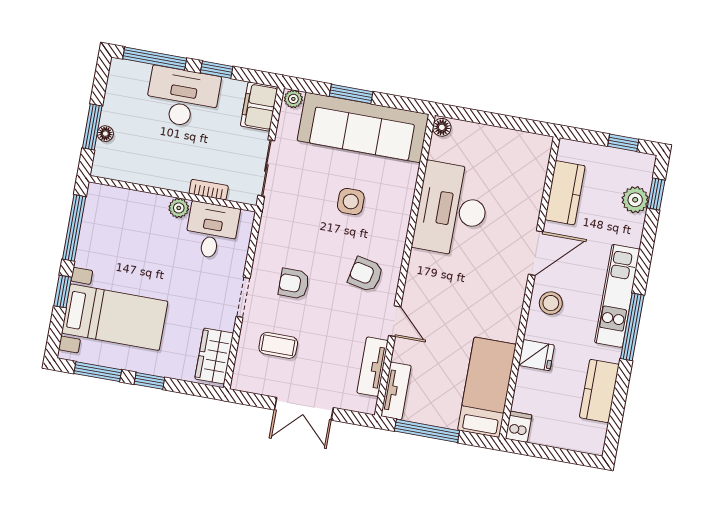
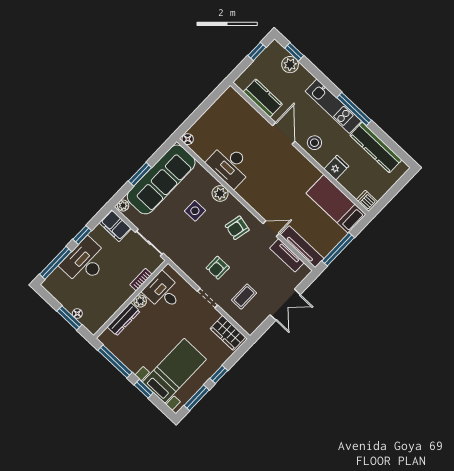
dresser: (139, 202) -> (124, 319), added
desk: (452, 209) -> (230, 165), width x0.73, depth x0.77
plant: (397, 220) -> (220, 193), added
tv unit: (396, 391) -> (302, 247), width x1.41
kitchen counter: (599, 391) -> (376, 147), width x1.50

